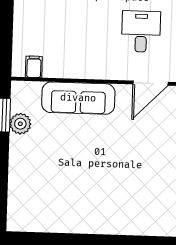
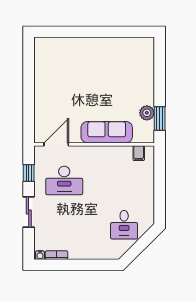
desk: (141, 31) -> (64, 180), width x1.37

